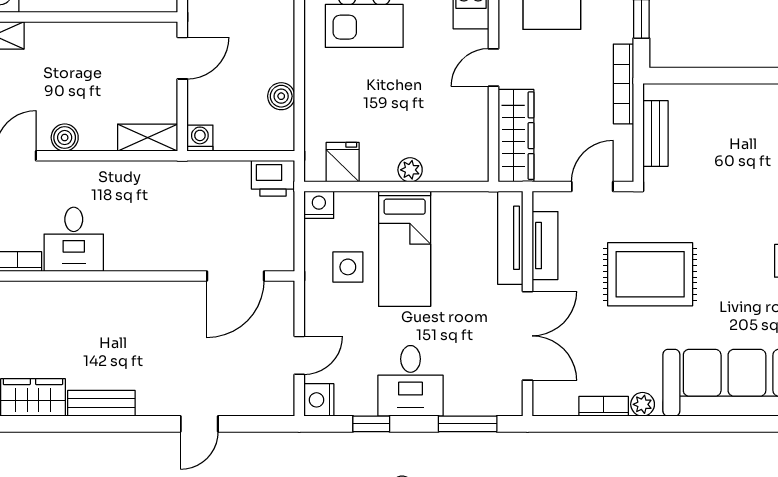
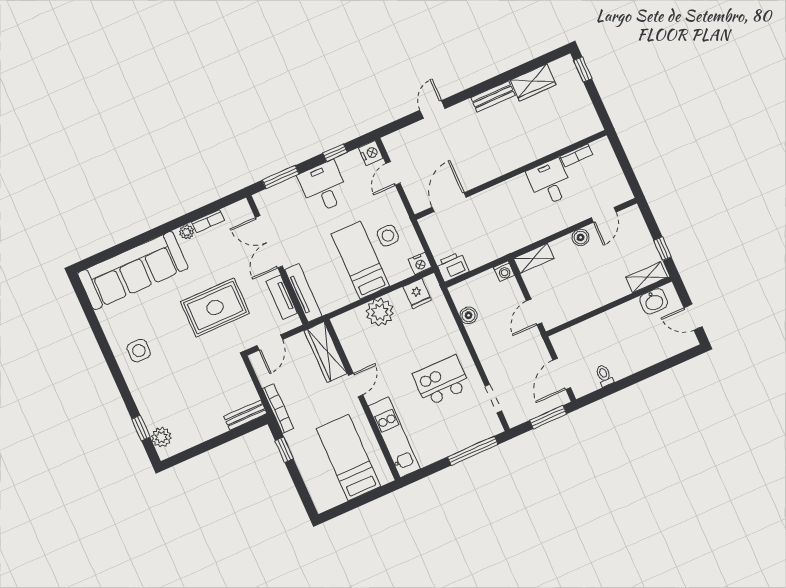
bench: (656, 133) -> (245, 415), moved, turned 90
plant: (410, 170) -> (380, 312), width x1.88, depth x1.88

